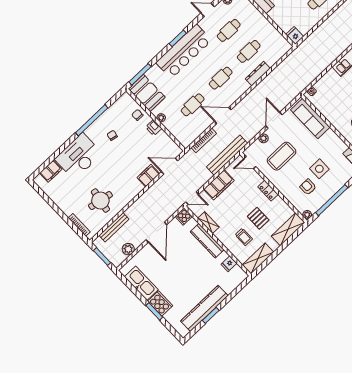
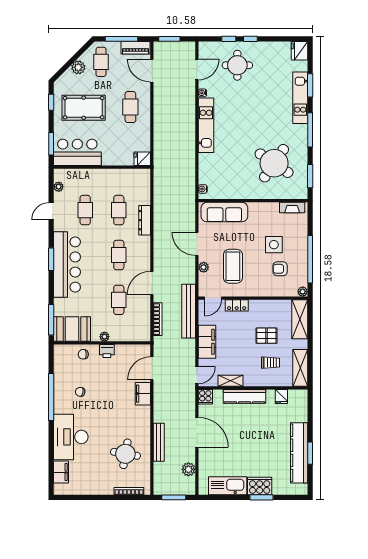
locker: (268, 191) -> (237, 305), moved
bench: (114, 227) -> (159, 442), moved

